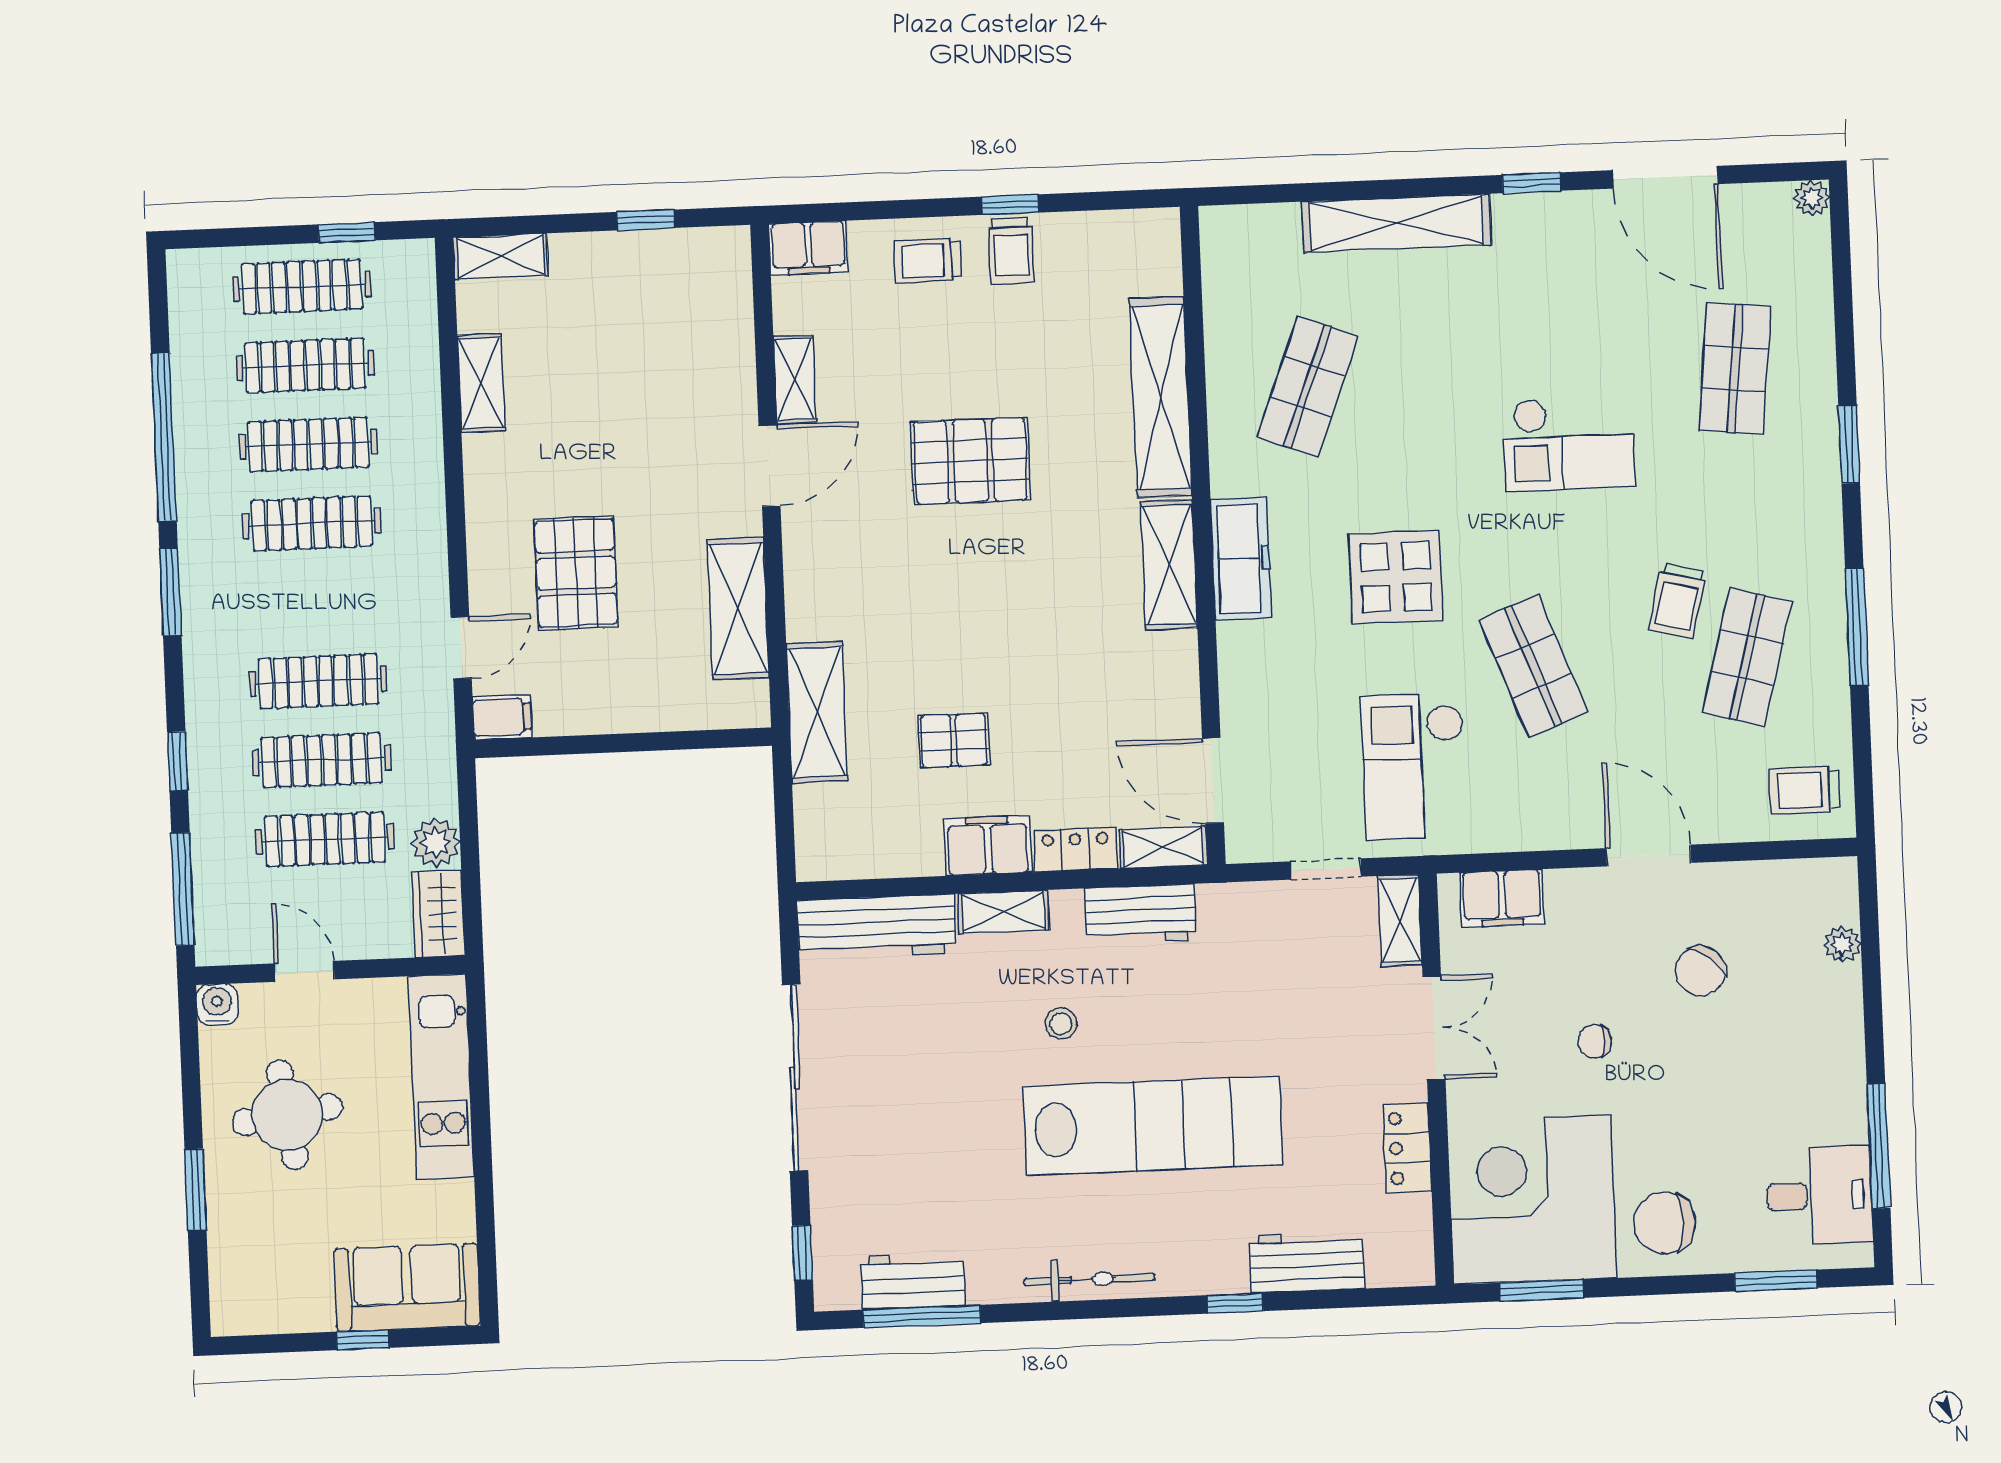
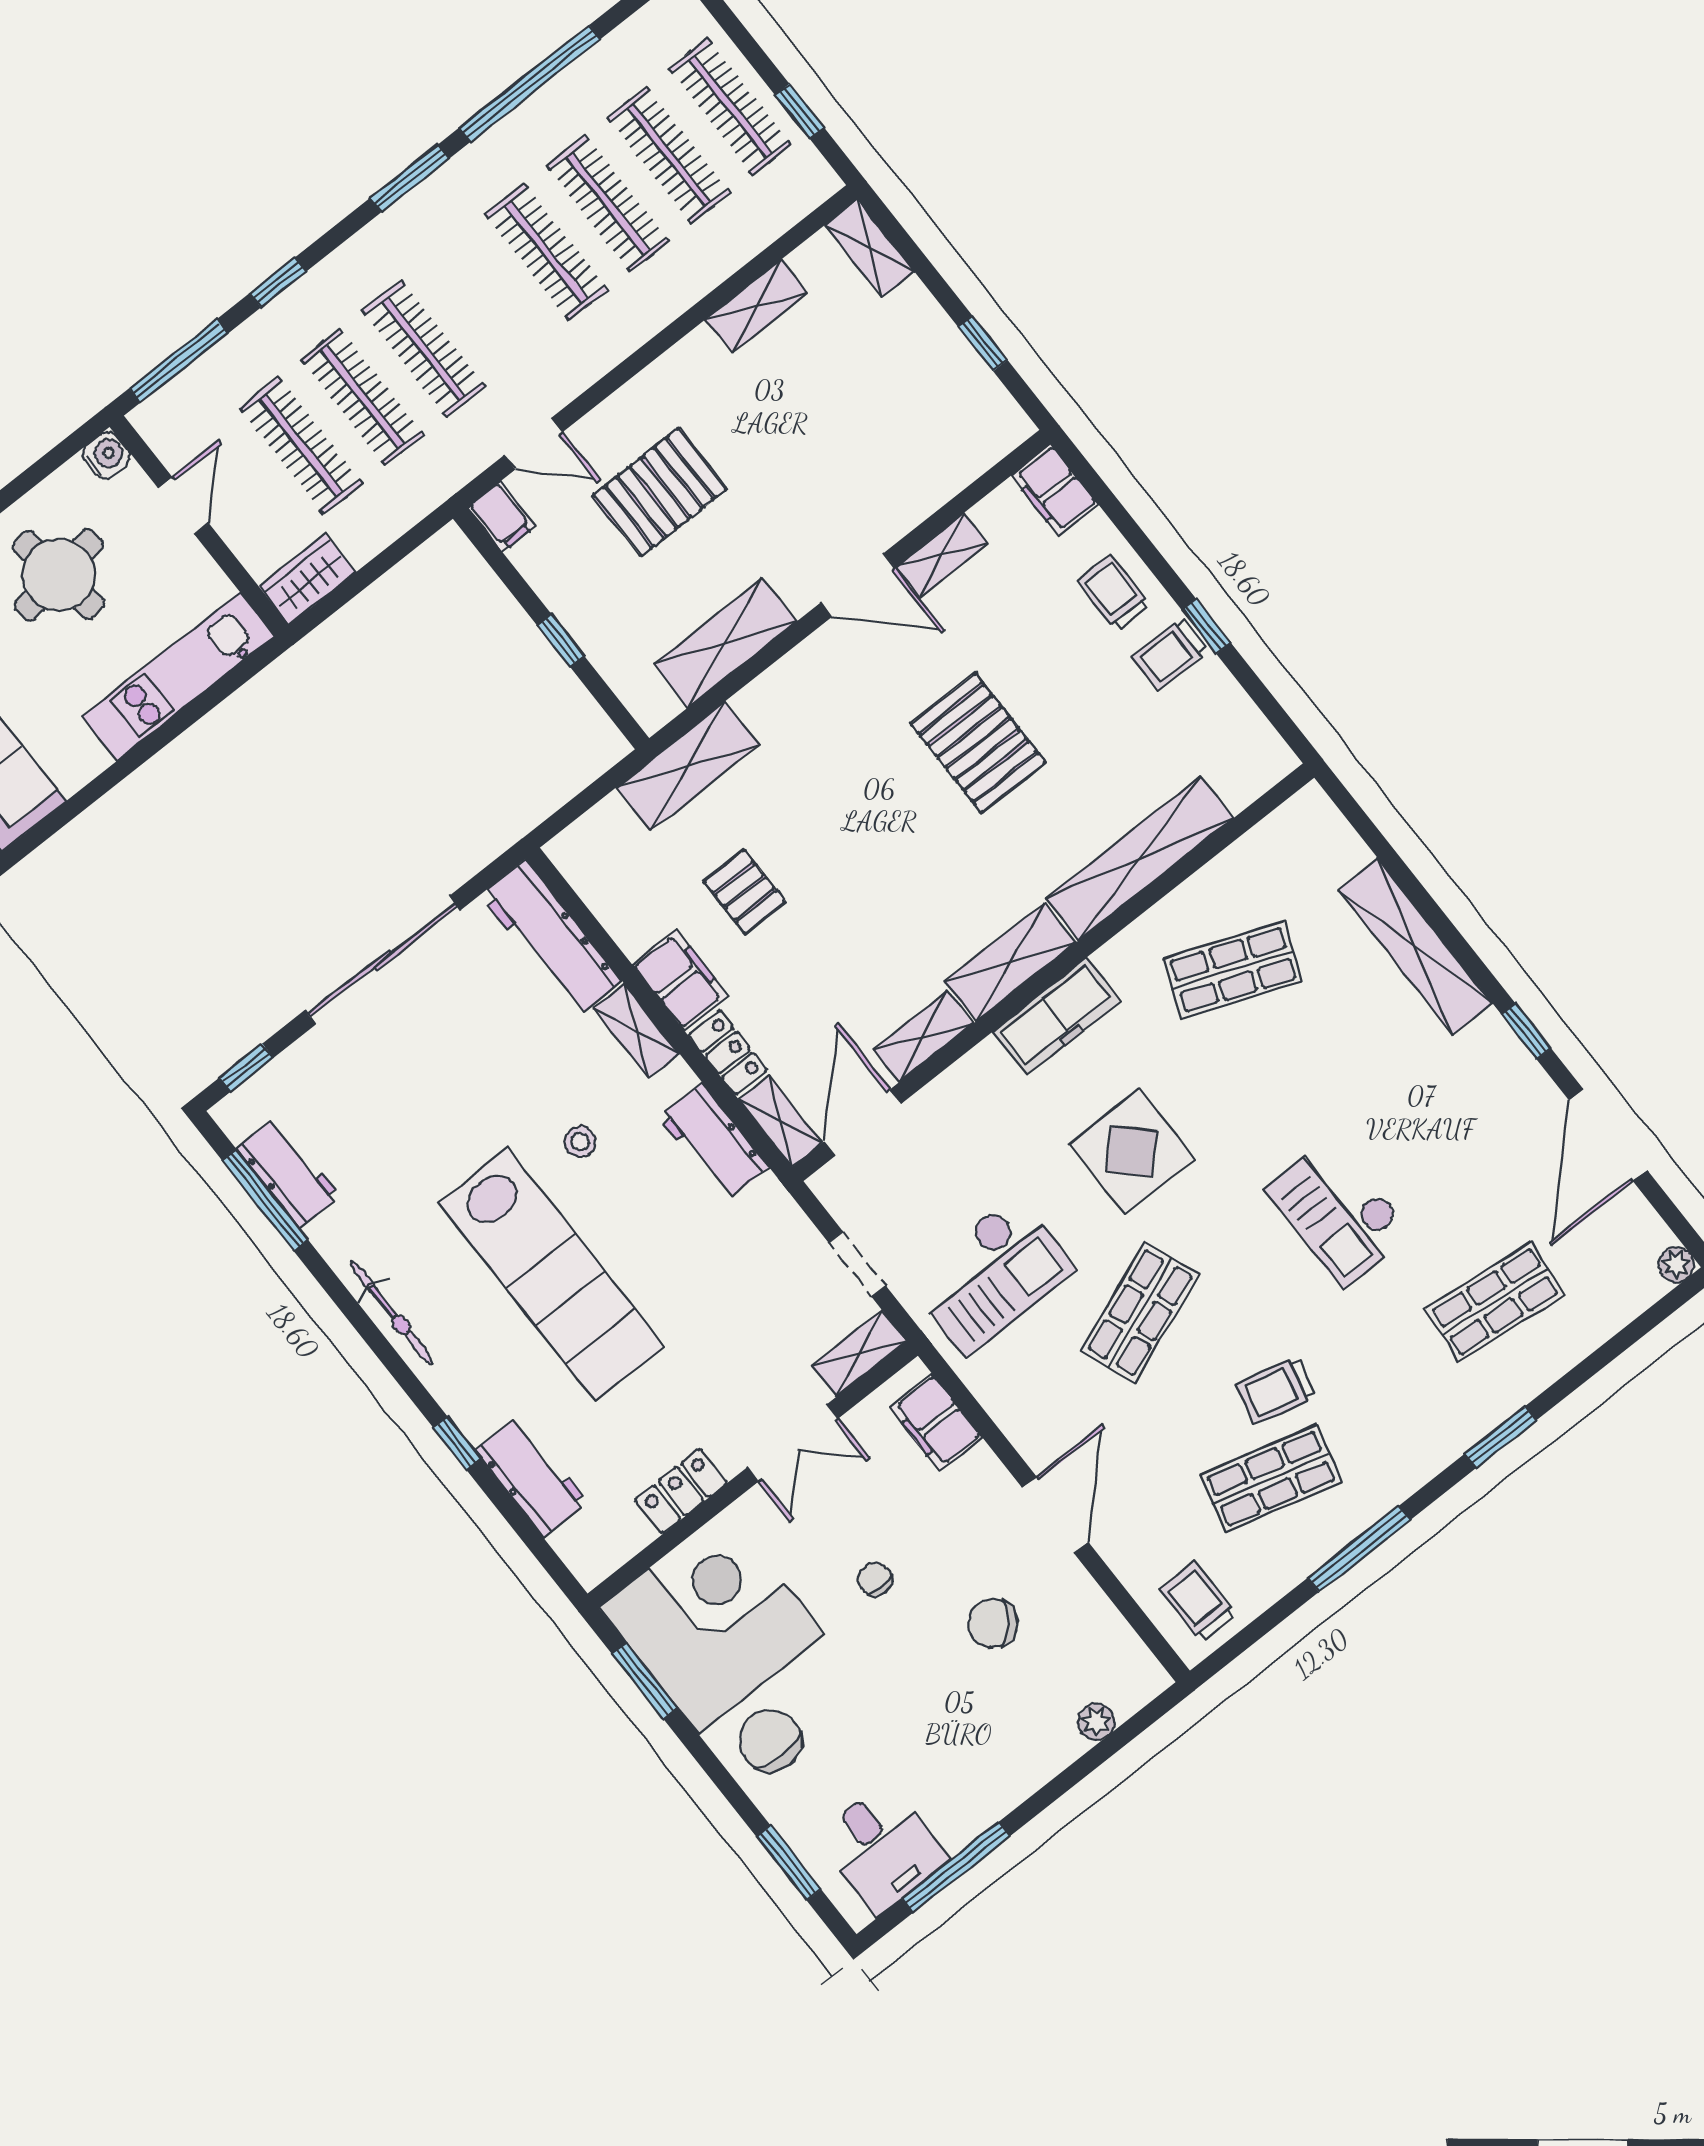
shelving: (1178, 680) -> (923, 1036), added
window: (639, 742) -> (561, 641), added
checkout: (1414, 766) -> (991, 1275), turned 180
plant: (436, 843) -> (363, 536), removed

